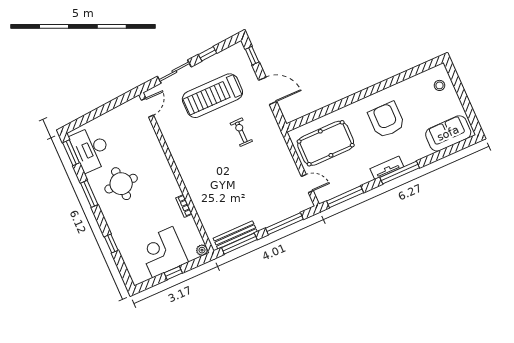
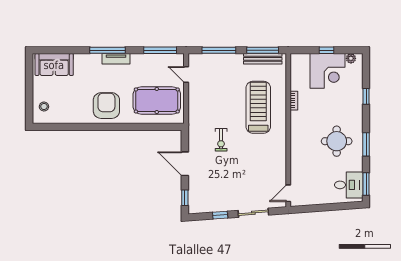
treadmill: (212, 96) -> (258, 107), moved, turned -90
armchair: (386, 120) -> (106, 106), moved, turned 180
desk: (91, 149) -> (349, 185), width x0.73
plant: (202, 250) -> (351, 58), moved

